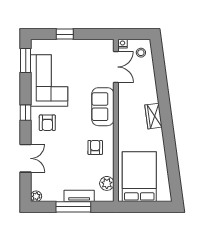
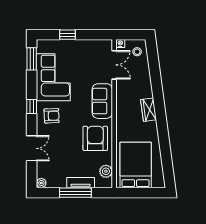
armchair: (47, 123) -> (52, 116), turned -92
armchair: (95, 147) -> (95, 138), width x1.88, depth x1.88

